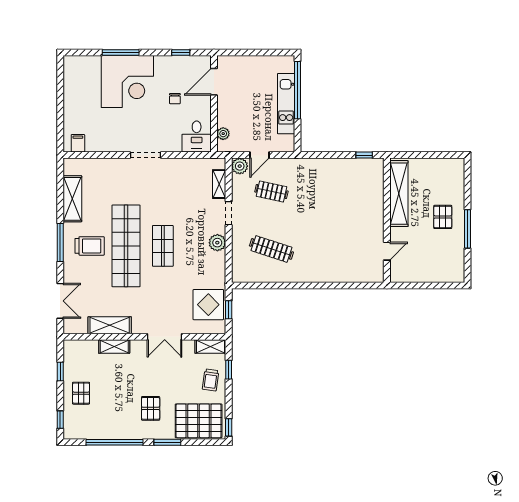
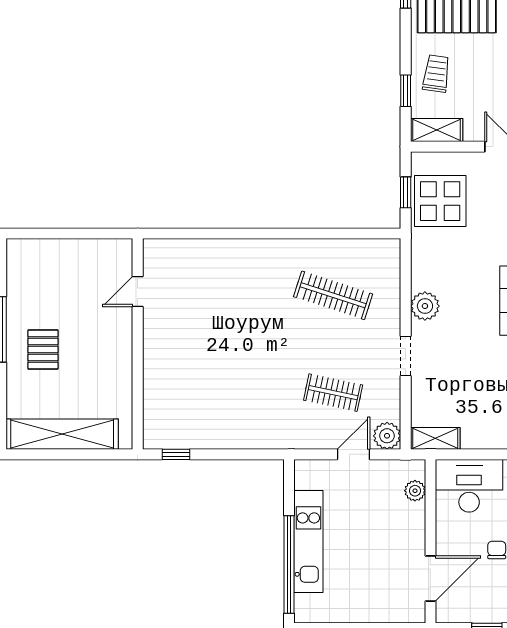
desk: (197, 137) -> (469, 486), width x1.37
shelving: (219, 184) -> (435, 438), moved, turned 90
shelving: (399, 194) -> (62, 434), moved, turned 90

